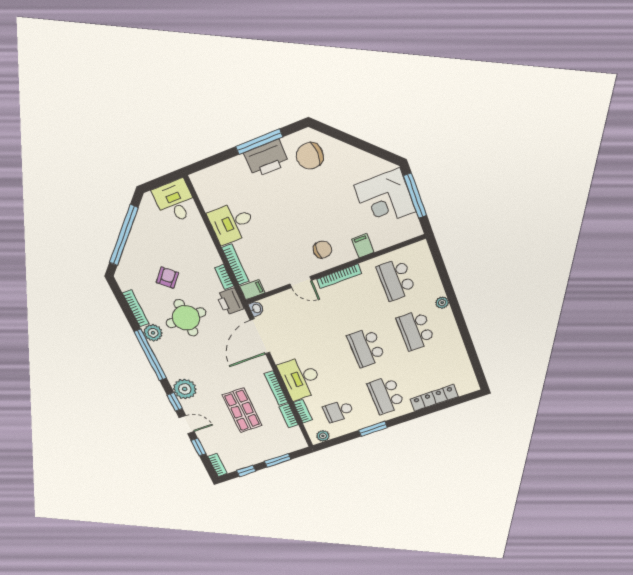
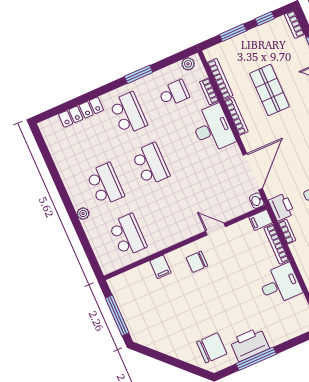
corner desk: (385, 199) -> (144, 312), removed
bookcase: (339, 276) -> (181, 236), removed
bookcase: (289, 416) -> (220, 79), width x1.56

